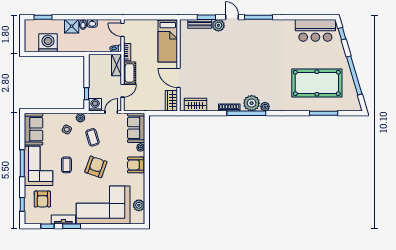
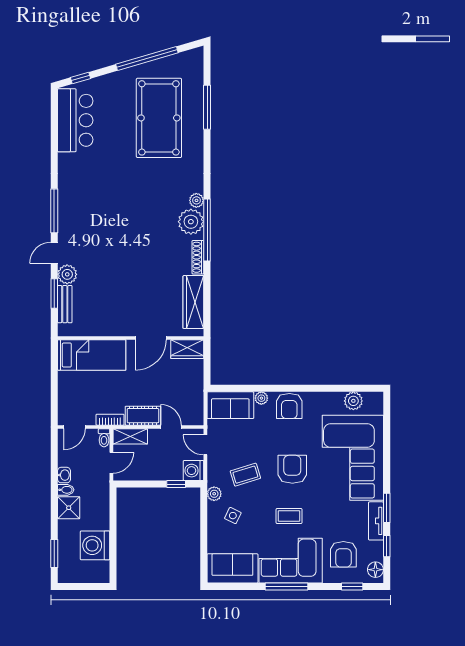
door: (100, 53) -> (111, 463), added
wardrobe: (196, 105) -> (193, 302), width x1.50
armchair: (96, 167) -> (292, 469), turned 71
armchair: (42, 199) -> (343, 554), turned 90
floor lamp: (33, 219) -> (375, 570), added

